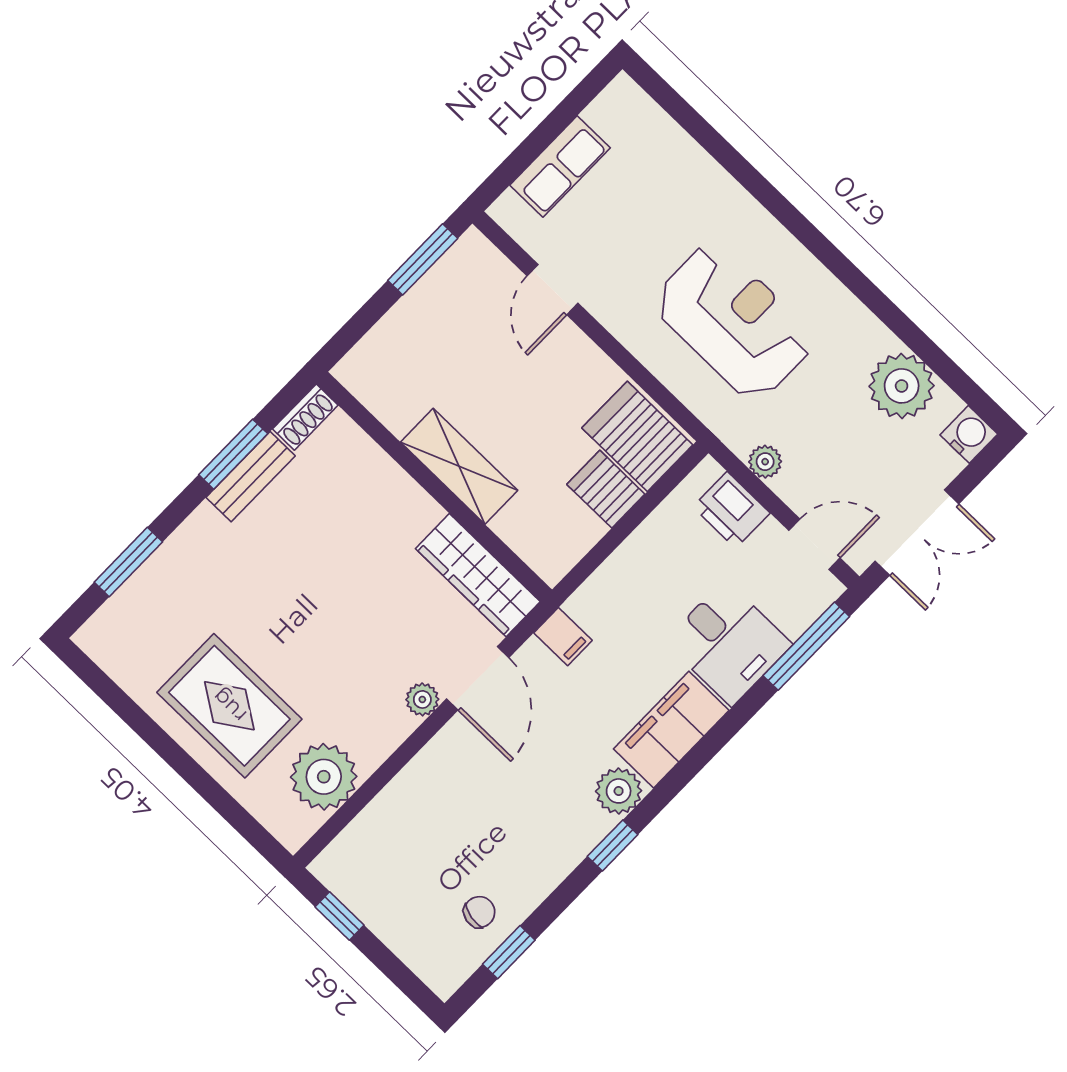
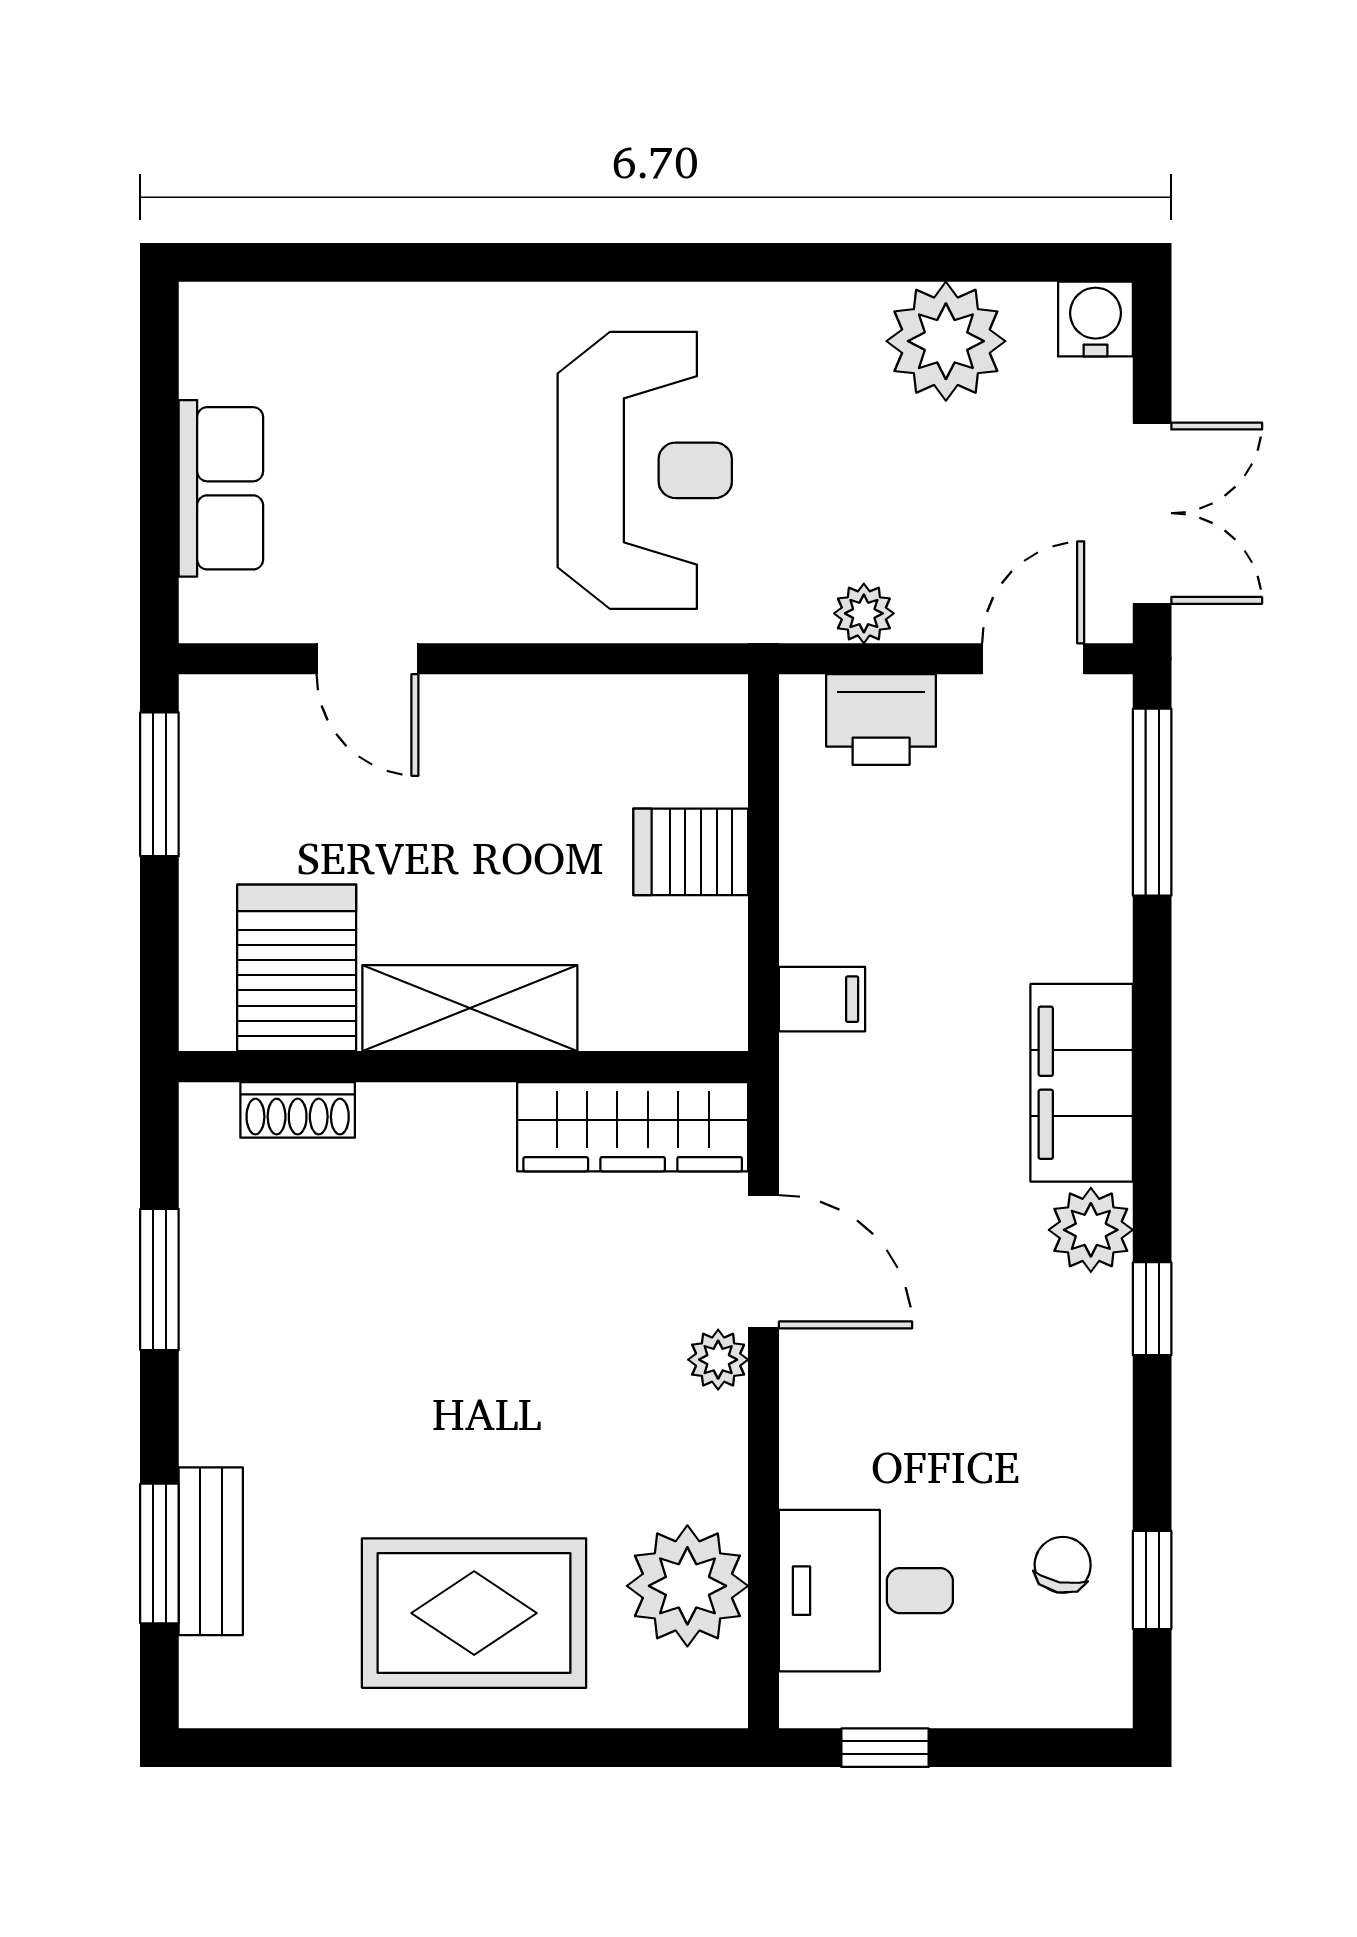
reception desk: (734, 322) -> (645, 470), turned 90
shoe rack: (305, 417) -> (298, 1110), moved, turned 90
server rack: (637, 436) -> (297, 968), moved, turned 90
bench: (251, 477) -> (211, 1551), moved
filing cabinet: (563, 637) -> (822, 999), moved
desk: (728, 643) -> (866, 1591), moved, turned 180

